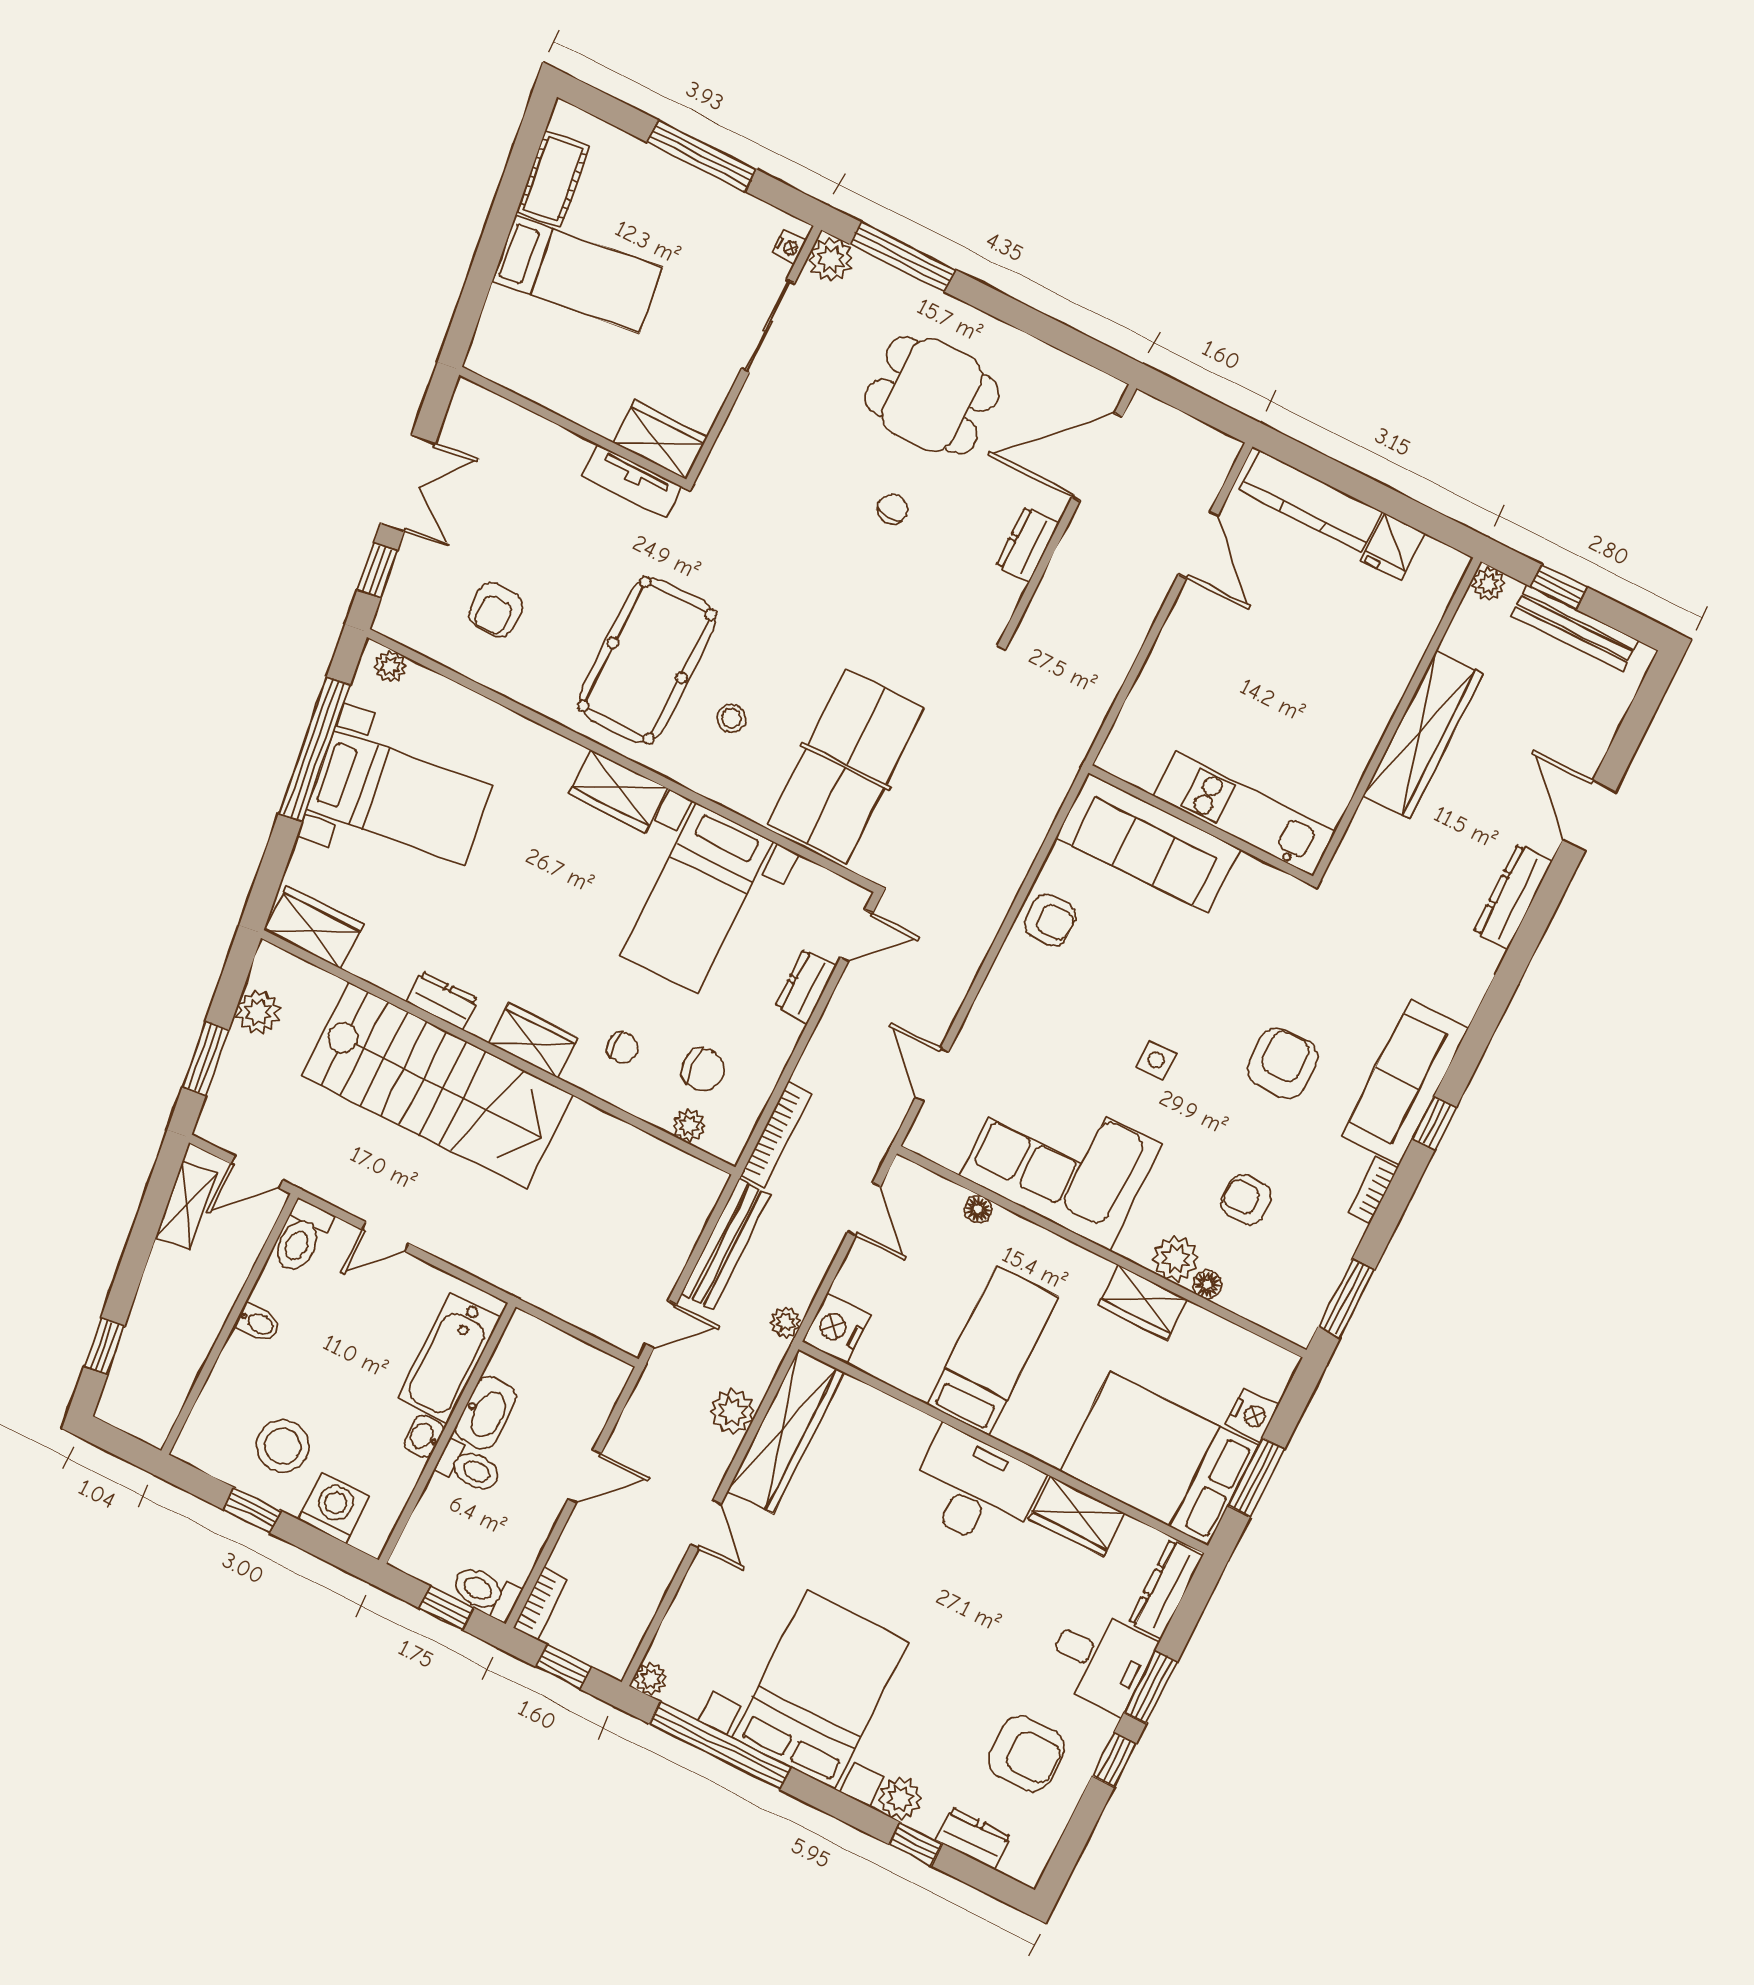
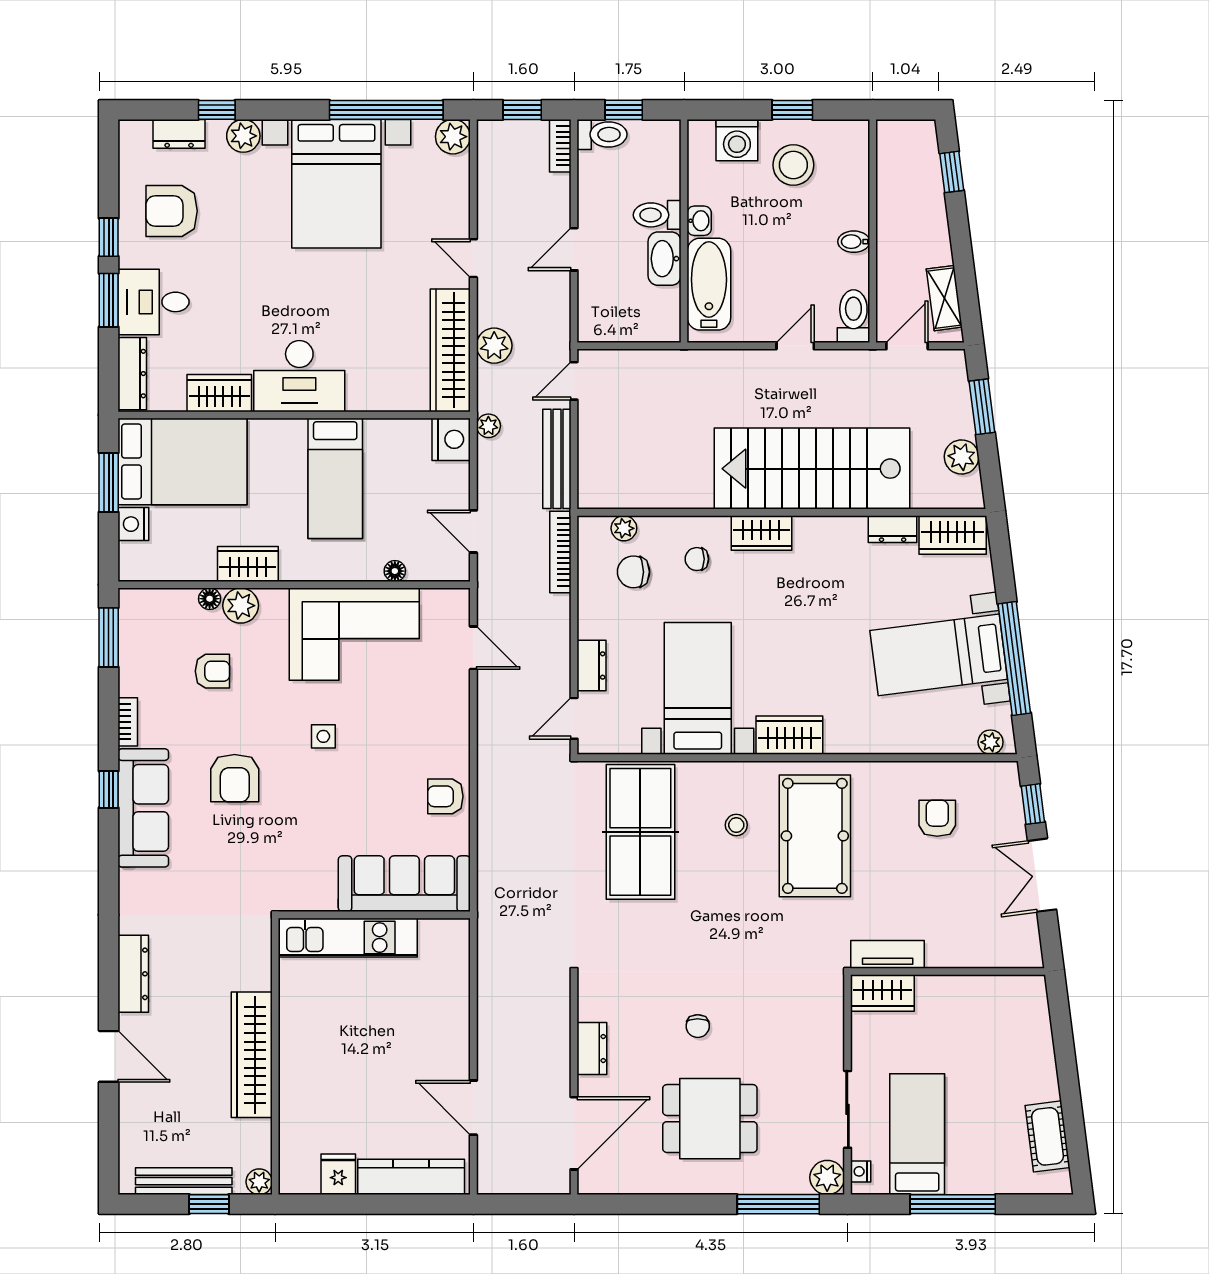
bed: (577, 274) -> (917, 1134), moved, turned 97
dresser: (442, 1000) -> (893, 529), moved
plant: (651, 1679) -> (453, 137), width x1.38, depth x1.38

